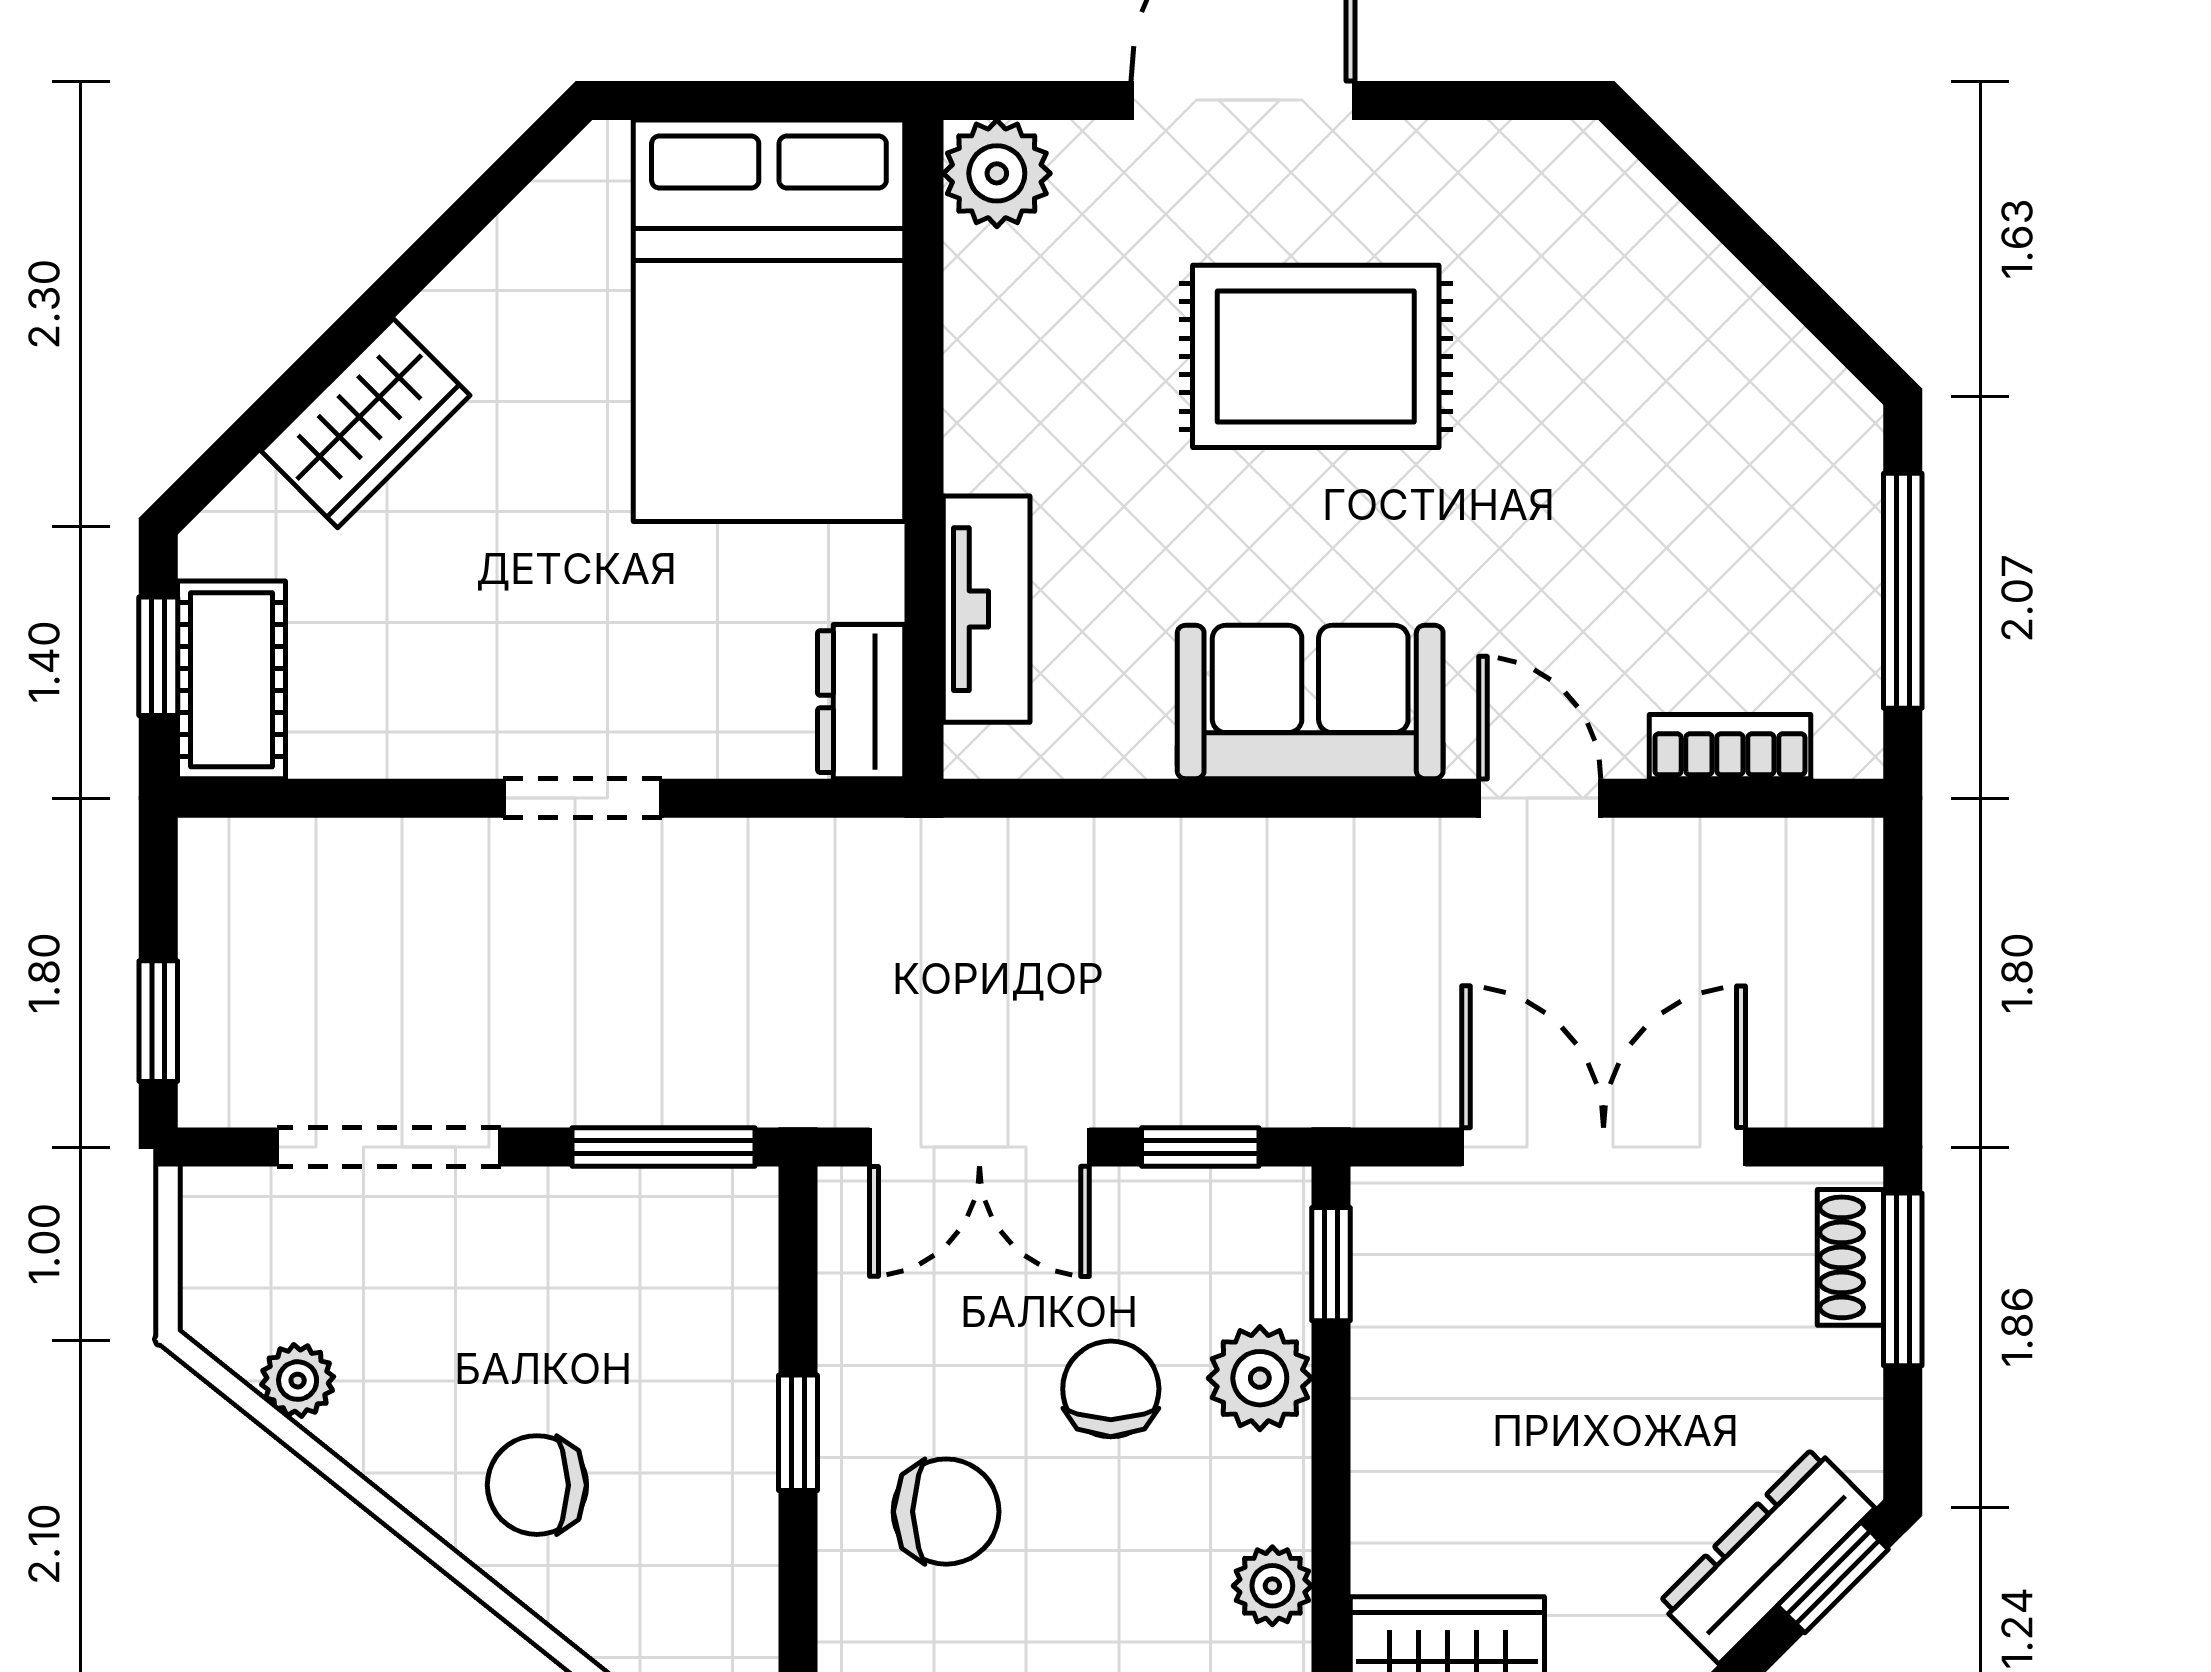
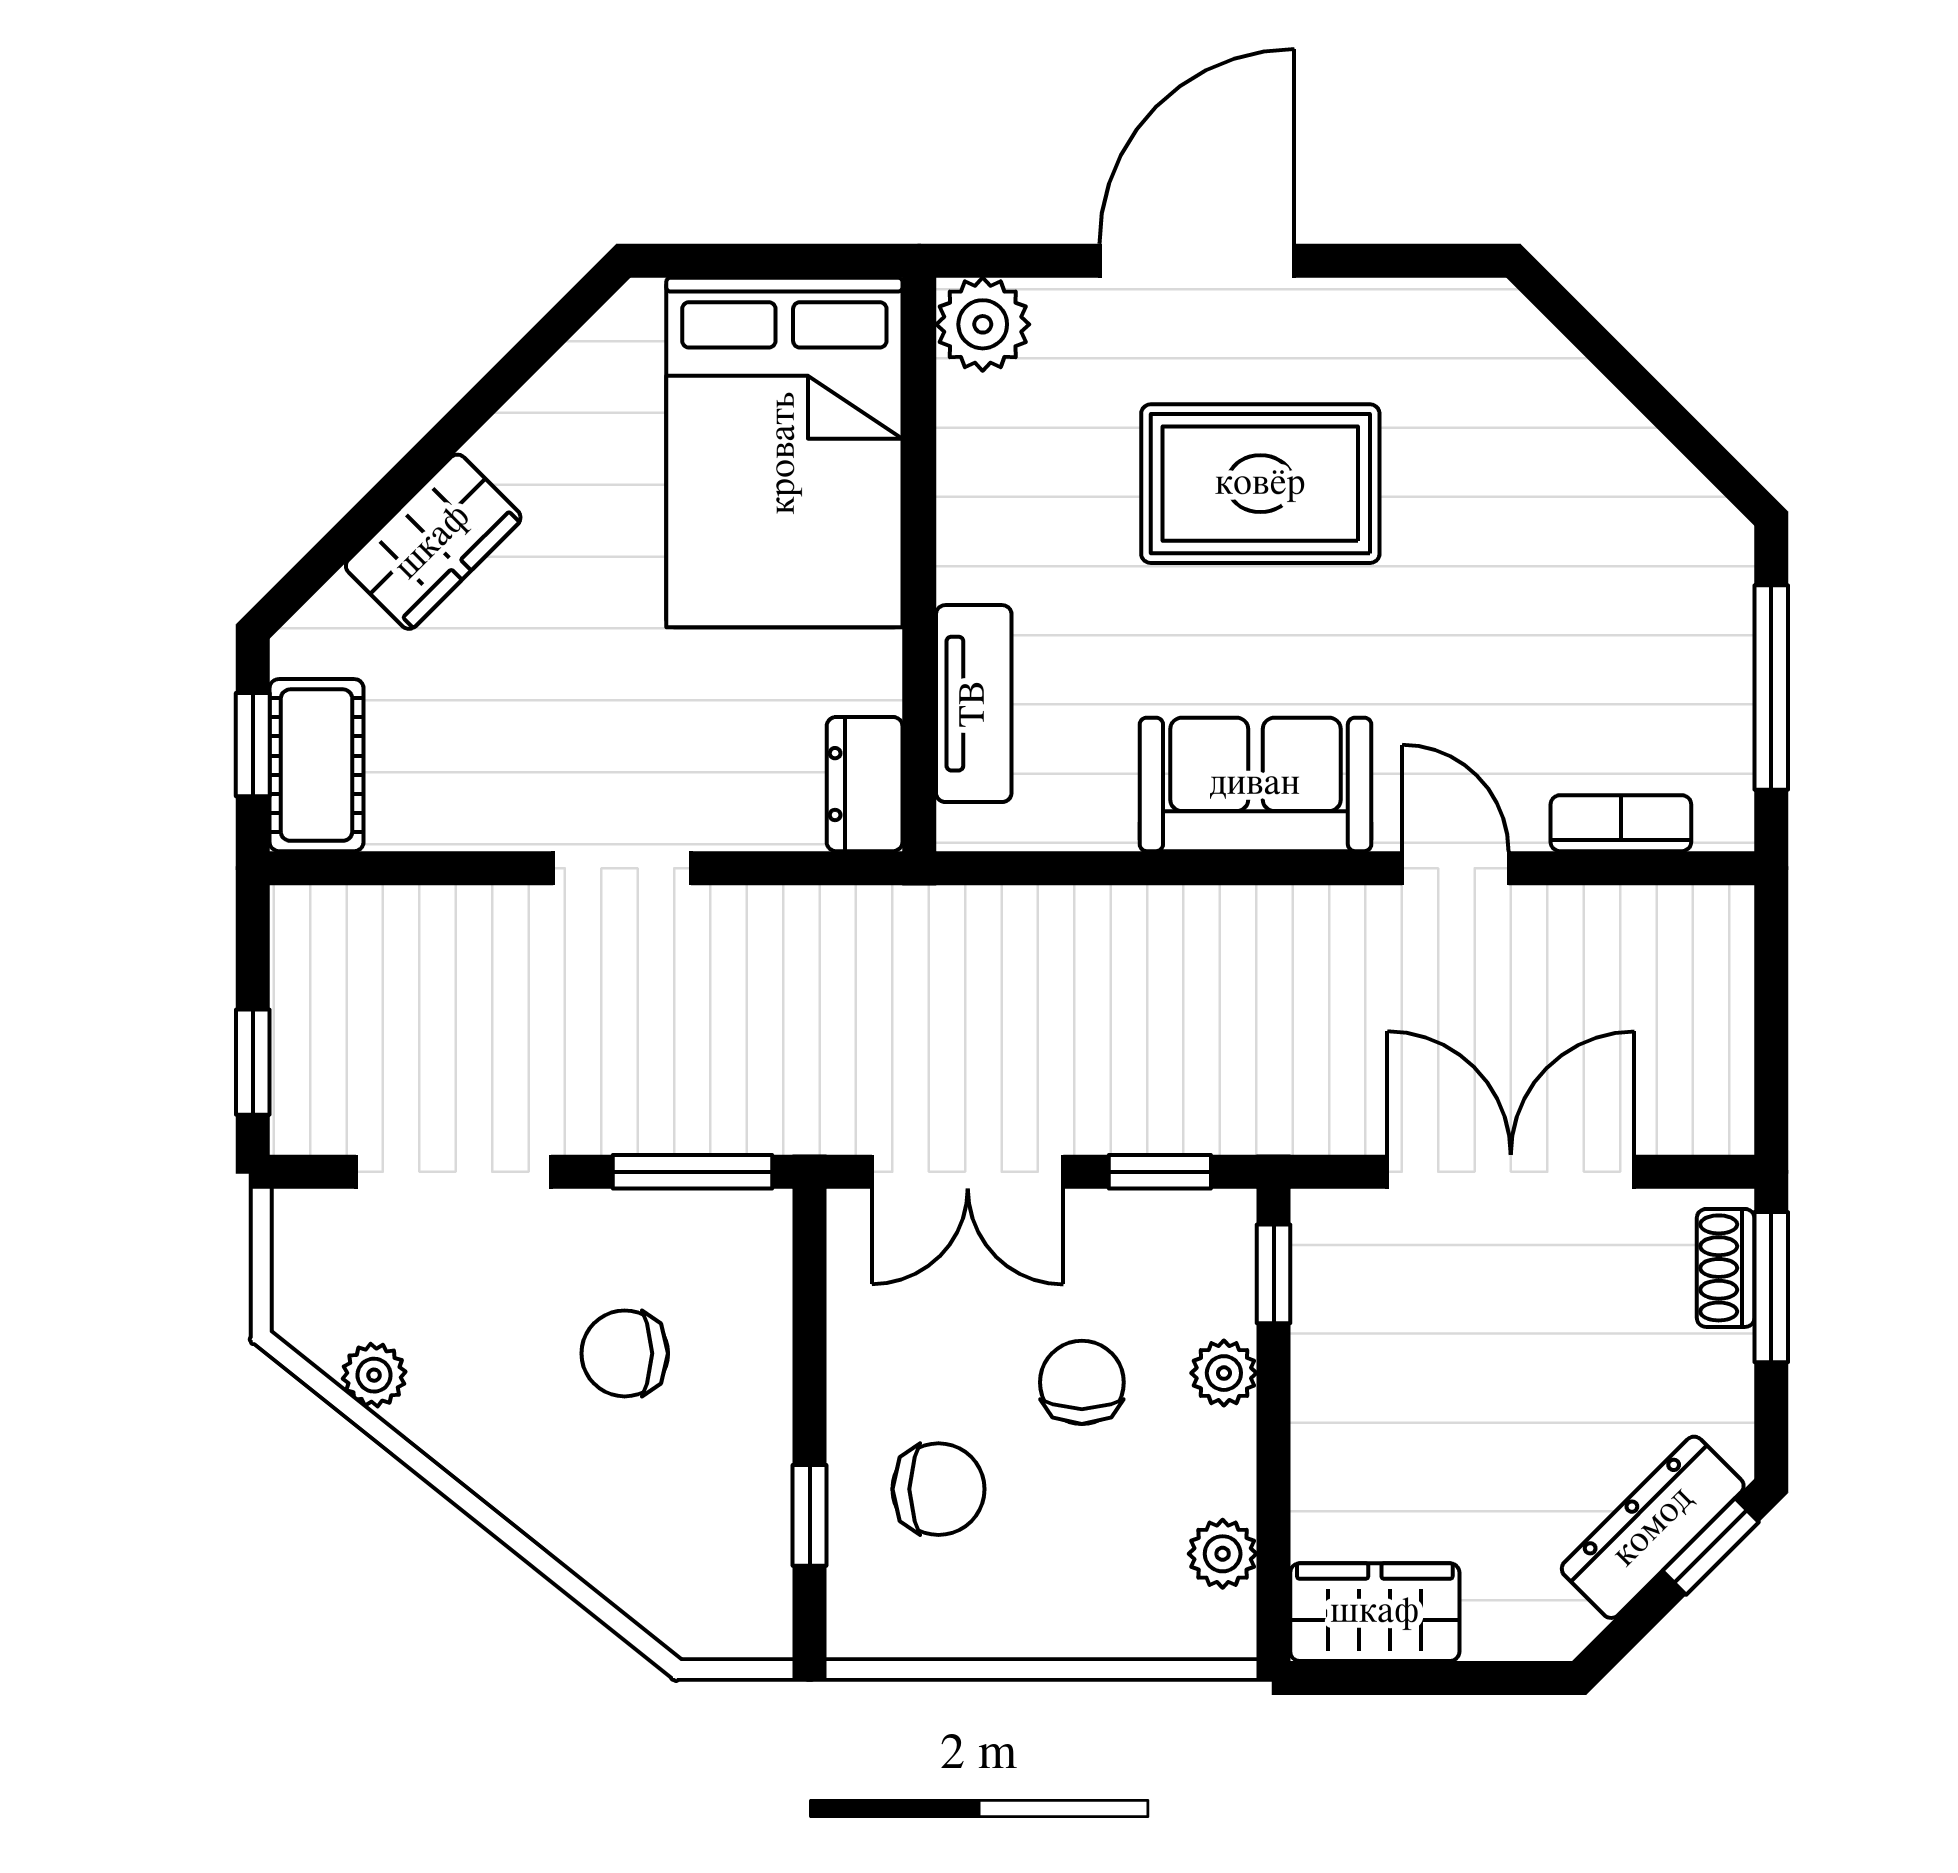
plant: (1260, 1378) -> (1224, 1373), width x0.73, depth x0.73
window: (798, 1433) -> (810, 1515), moved
chair: (537, 1485) -> (625, 1353), moved

